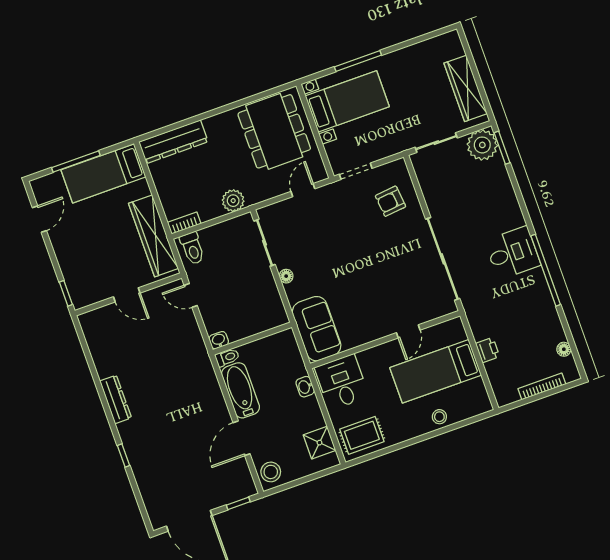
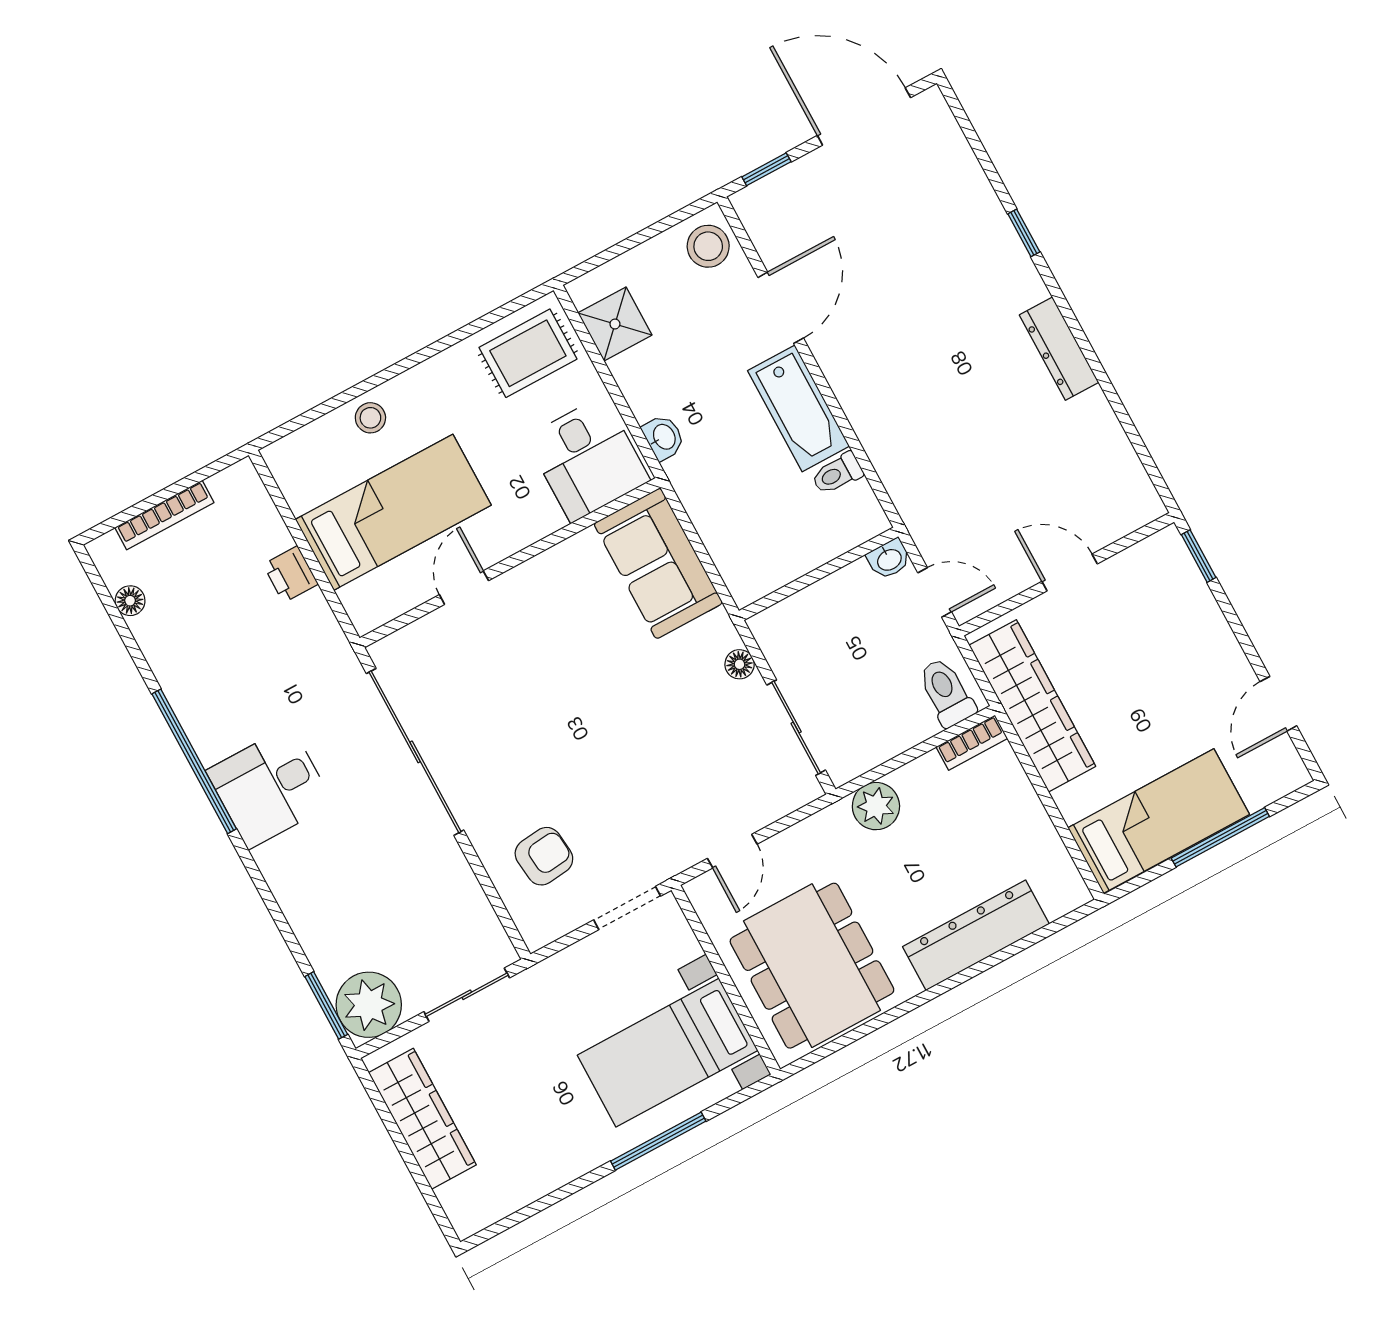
dresser: (173, 142) -> (976, 935), moved
wall: (252, 339) -> (819, 574), moved
washbasin: (219, 340) -> (889, 559), moved

